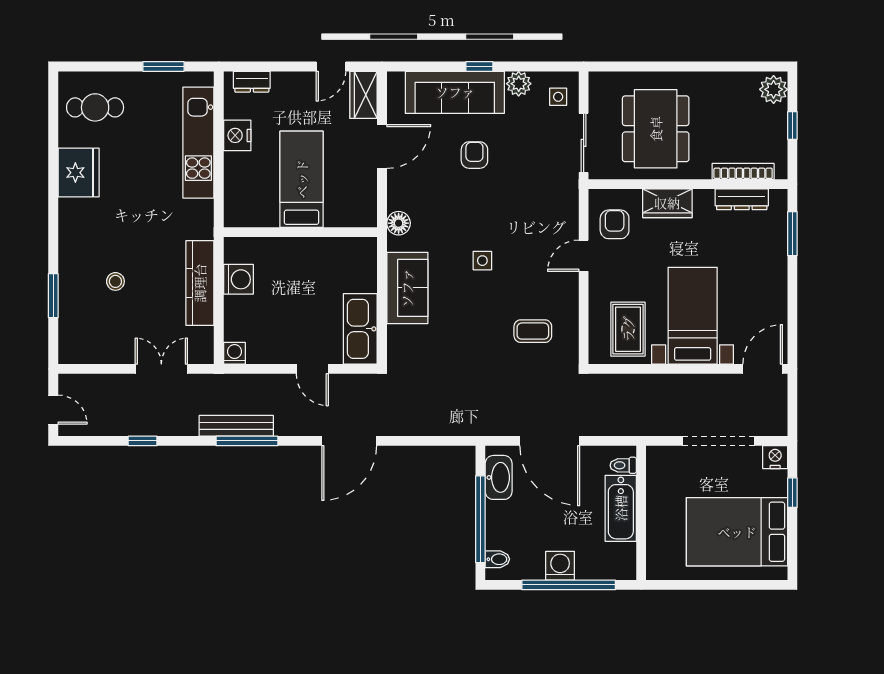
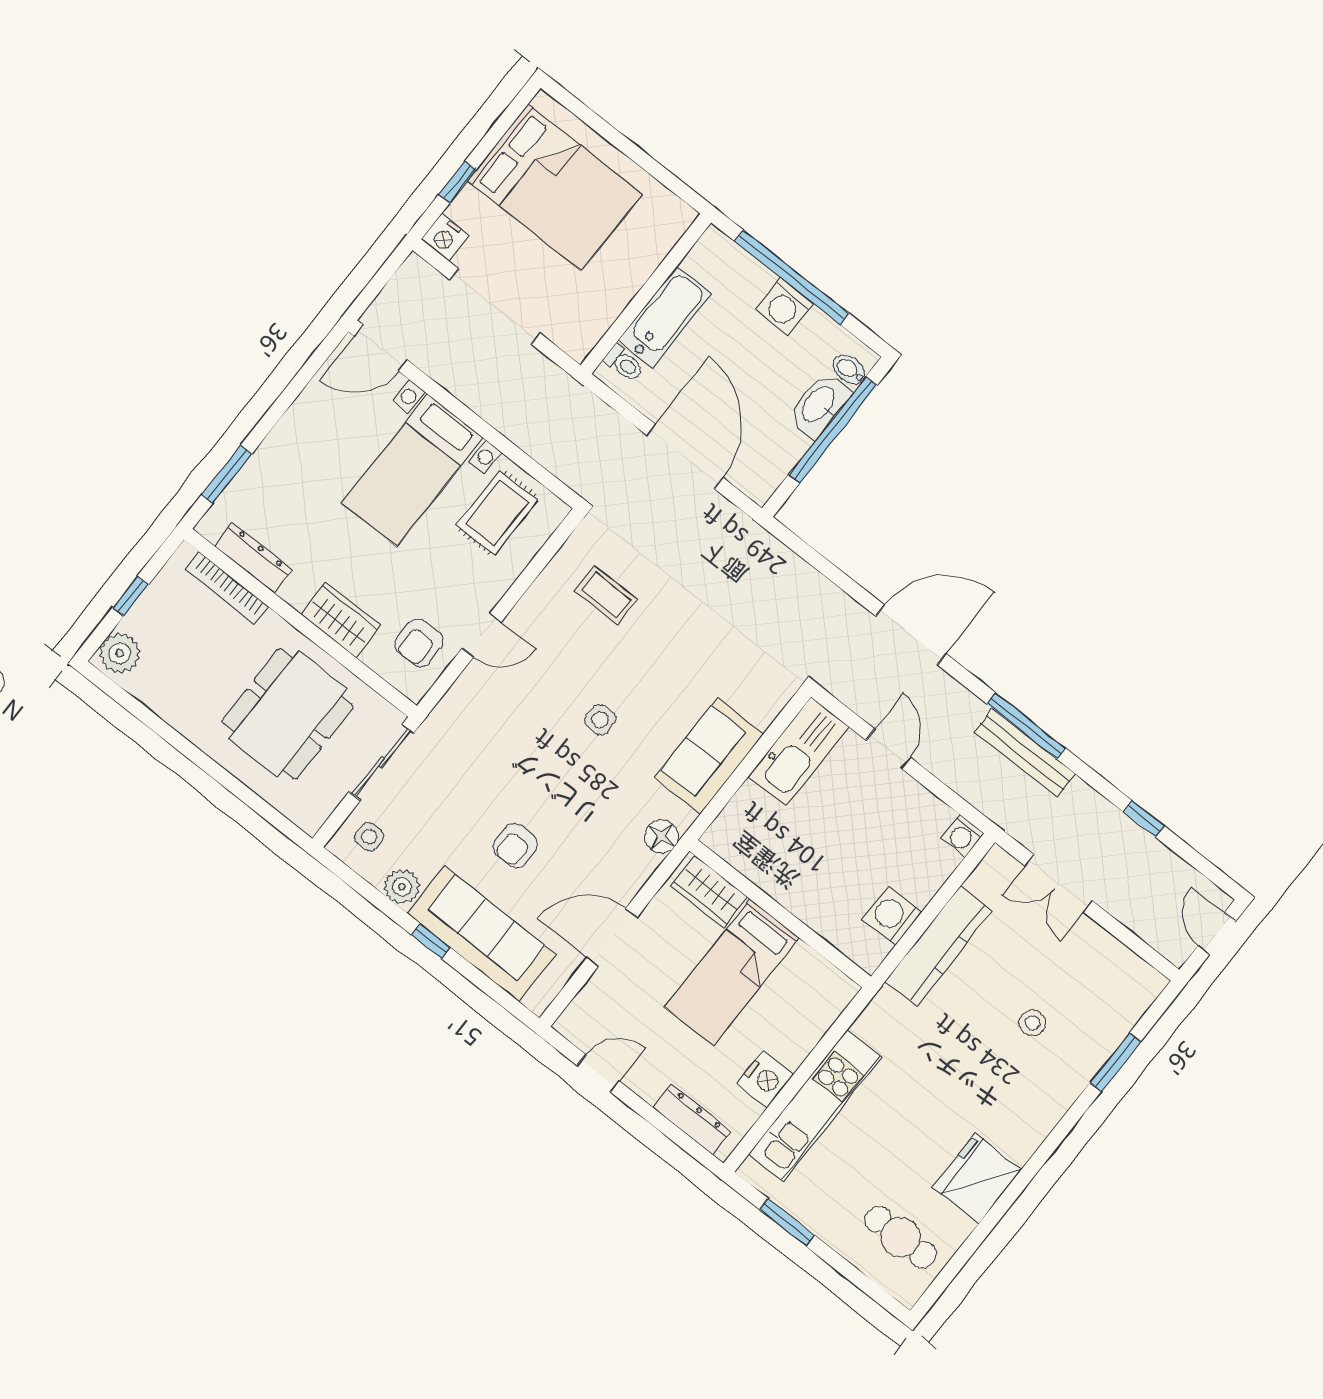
dresser: (252, 82) -> (692, 1119), width x1.44
wardrobe: (364, 95) -> (709, 892), moved, turned 90
washbasin: (499, 477) -> (819, 405), moved

